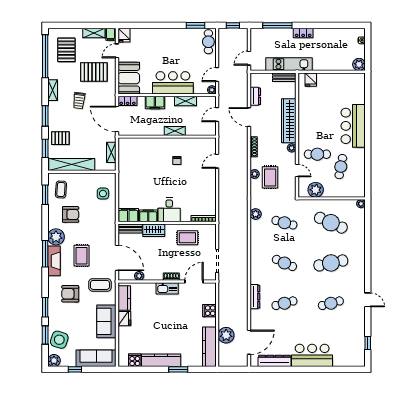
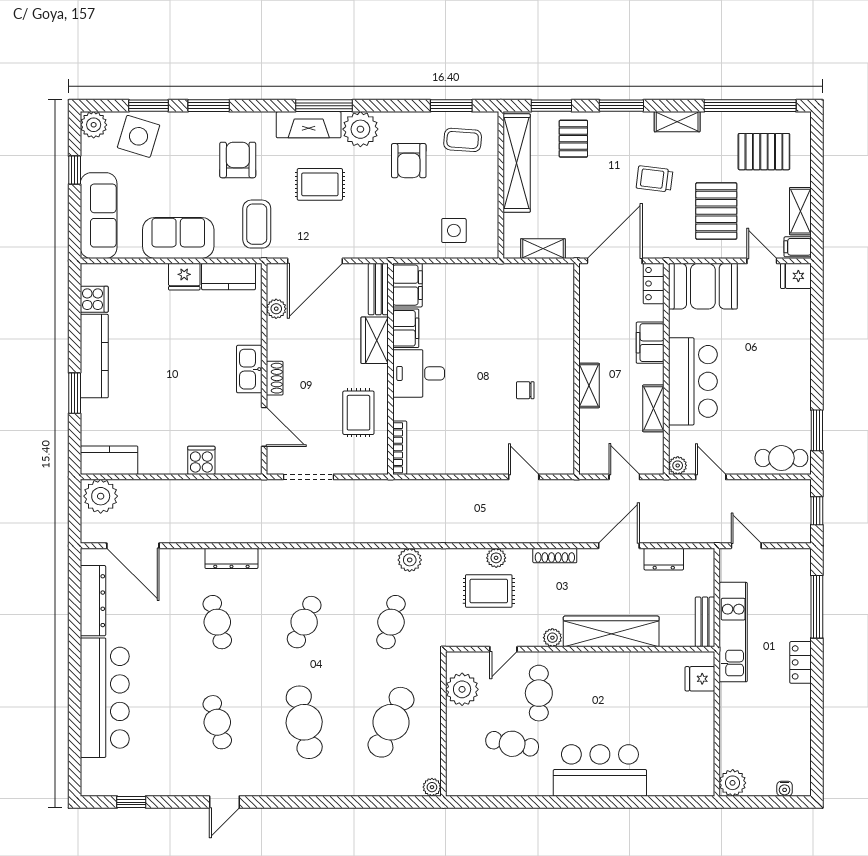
plant: (226, 335) -> (101, 496), moved
kitchen counter: (209, 347) -> (109, 460), width x0.67
bar counter: (312, 355) -> (105, 698), width x1.36

